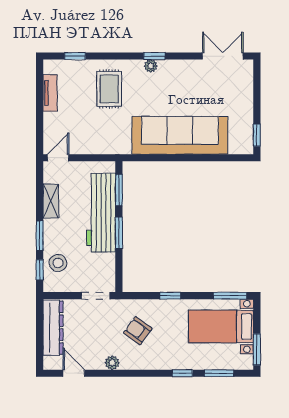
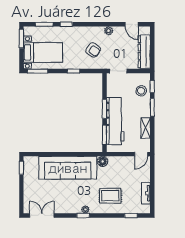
double door: (223, 56) -> (42, 215), swing flipped
rug: (109, 89) -> (110, 196), turned 90
floor lamp: (122, 146) -> (103, 161), added

